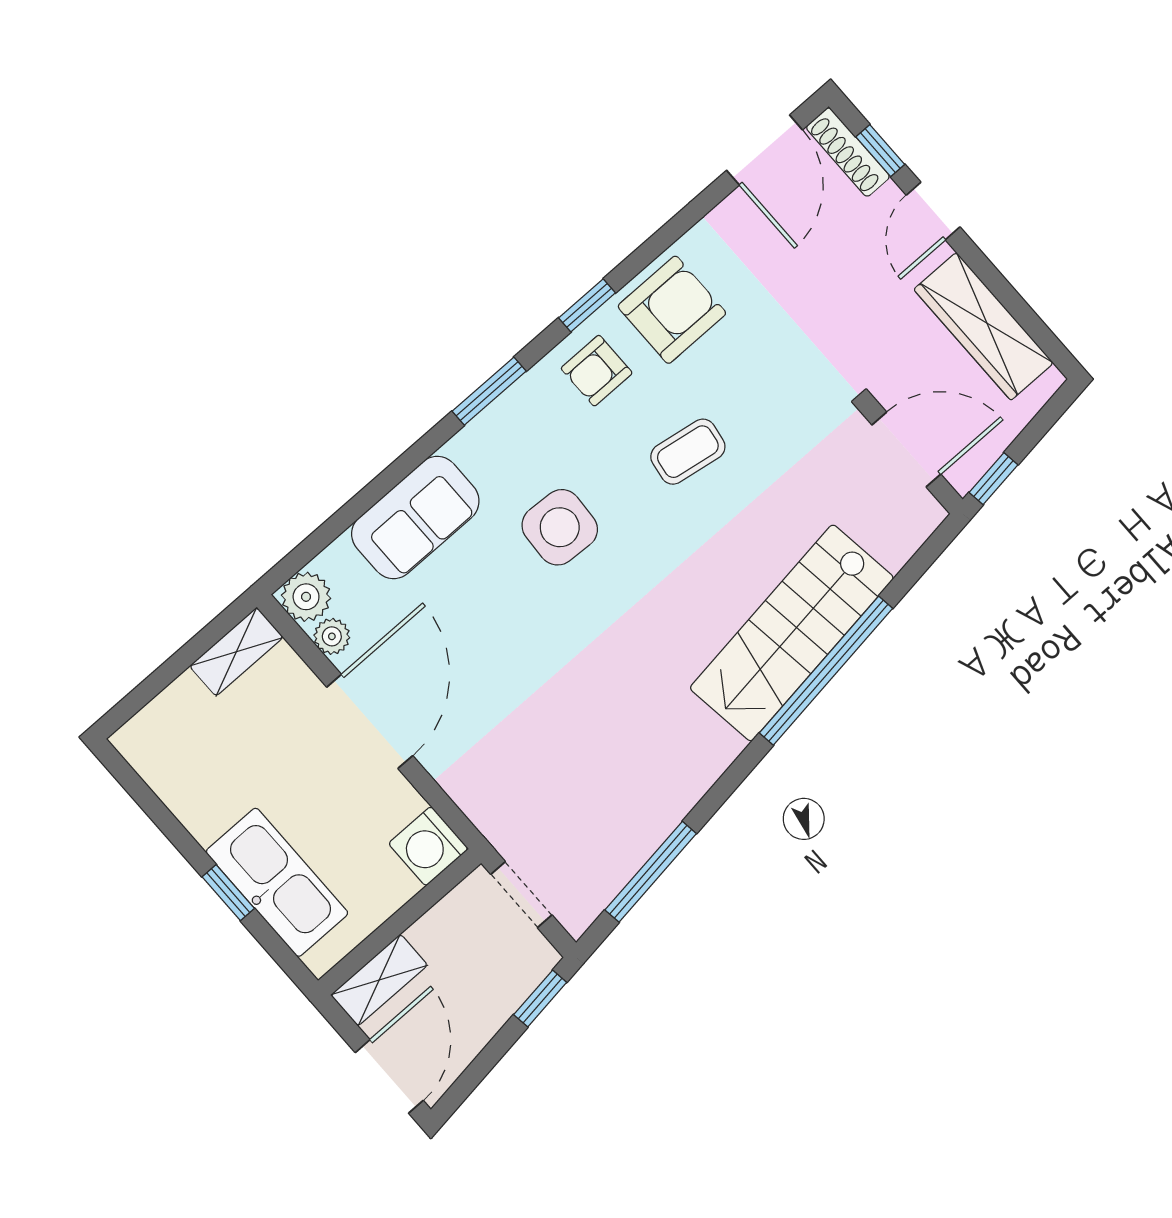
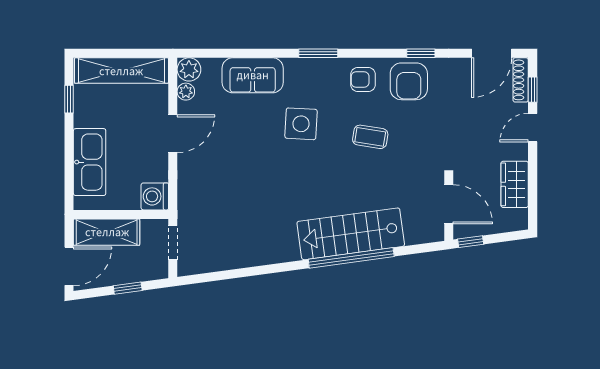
window: (587, 305) -> (421, 53), moved
armchair: (672, 310) -> (409, 81), turned 90
wardrobe: (984, 326) -> (515, 184), width x0.67
shelving: (236, 652) -> (121, 71), width x2.20, depth x1.33
door: (370, 721) -> (173, 134), width x0.73
window: (651, 872) -> (226, 275), removed
window: (228, 893) -> (69, 99), moved
shelving: (379, 980) -> (107, 232), width x1.50, depth x1.33
window: (540, 999) -> (128, 288), moved

